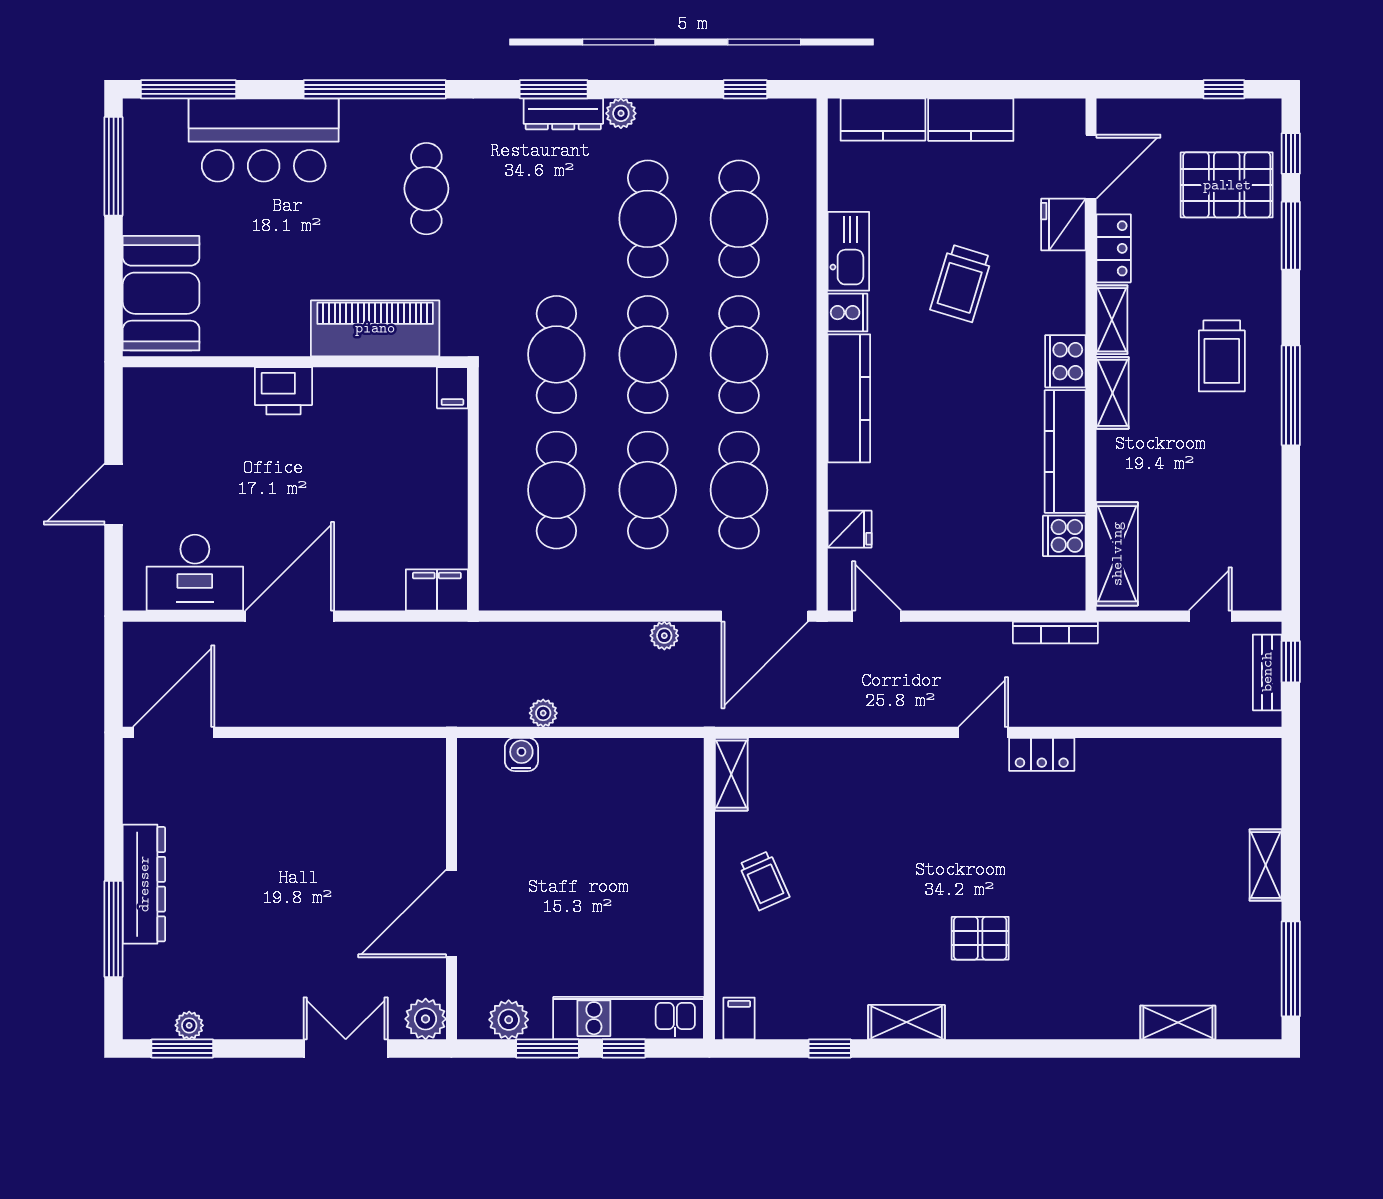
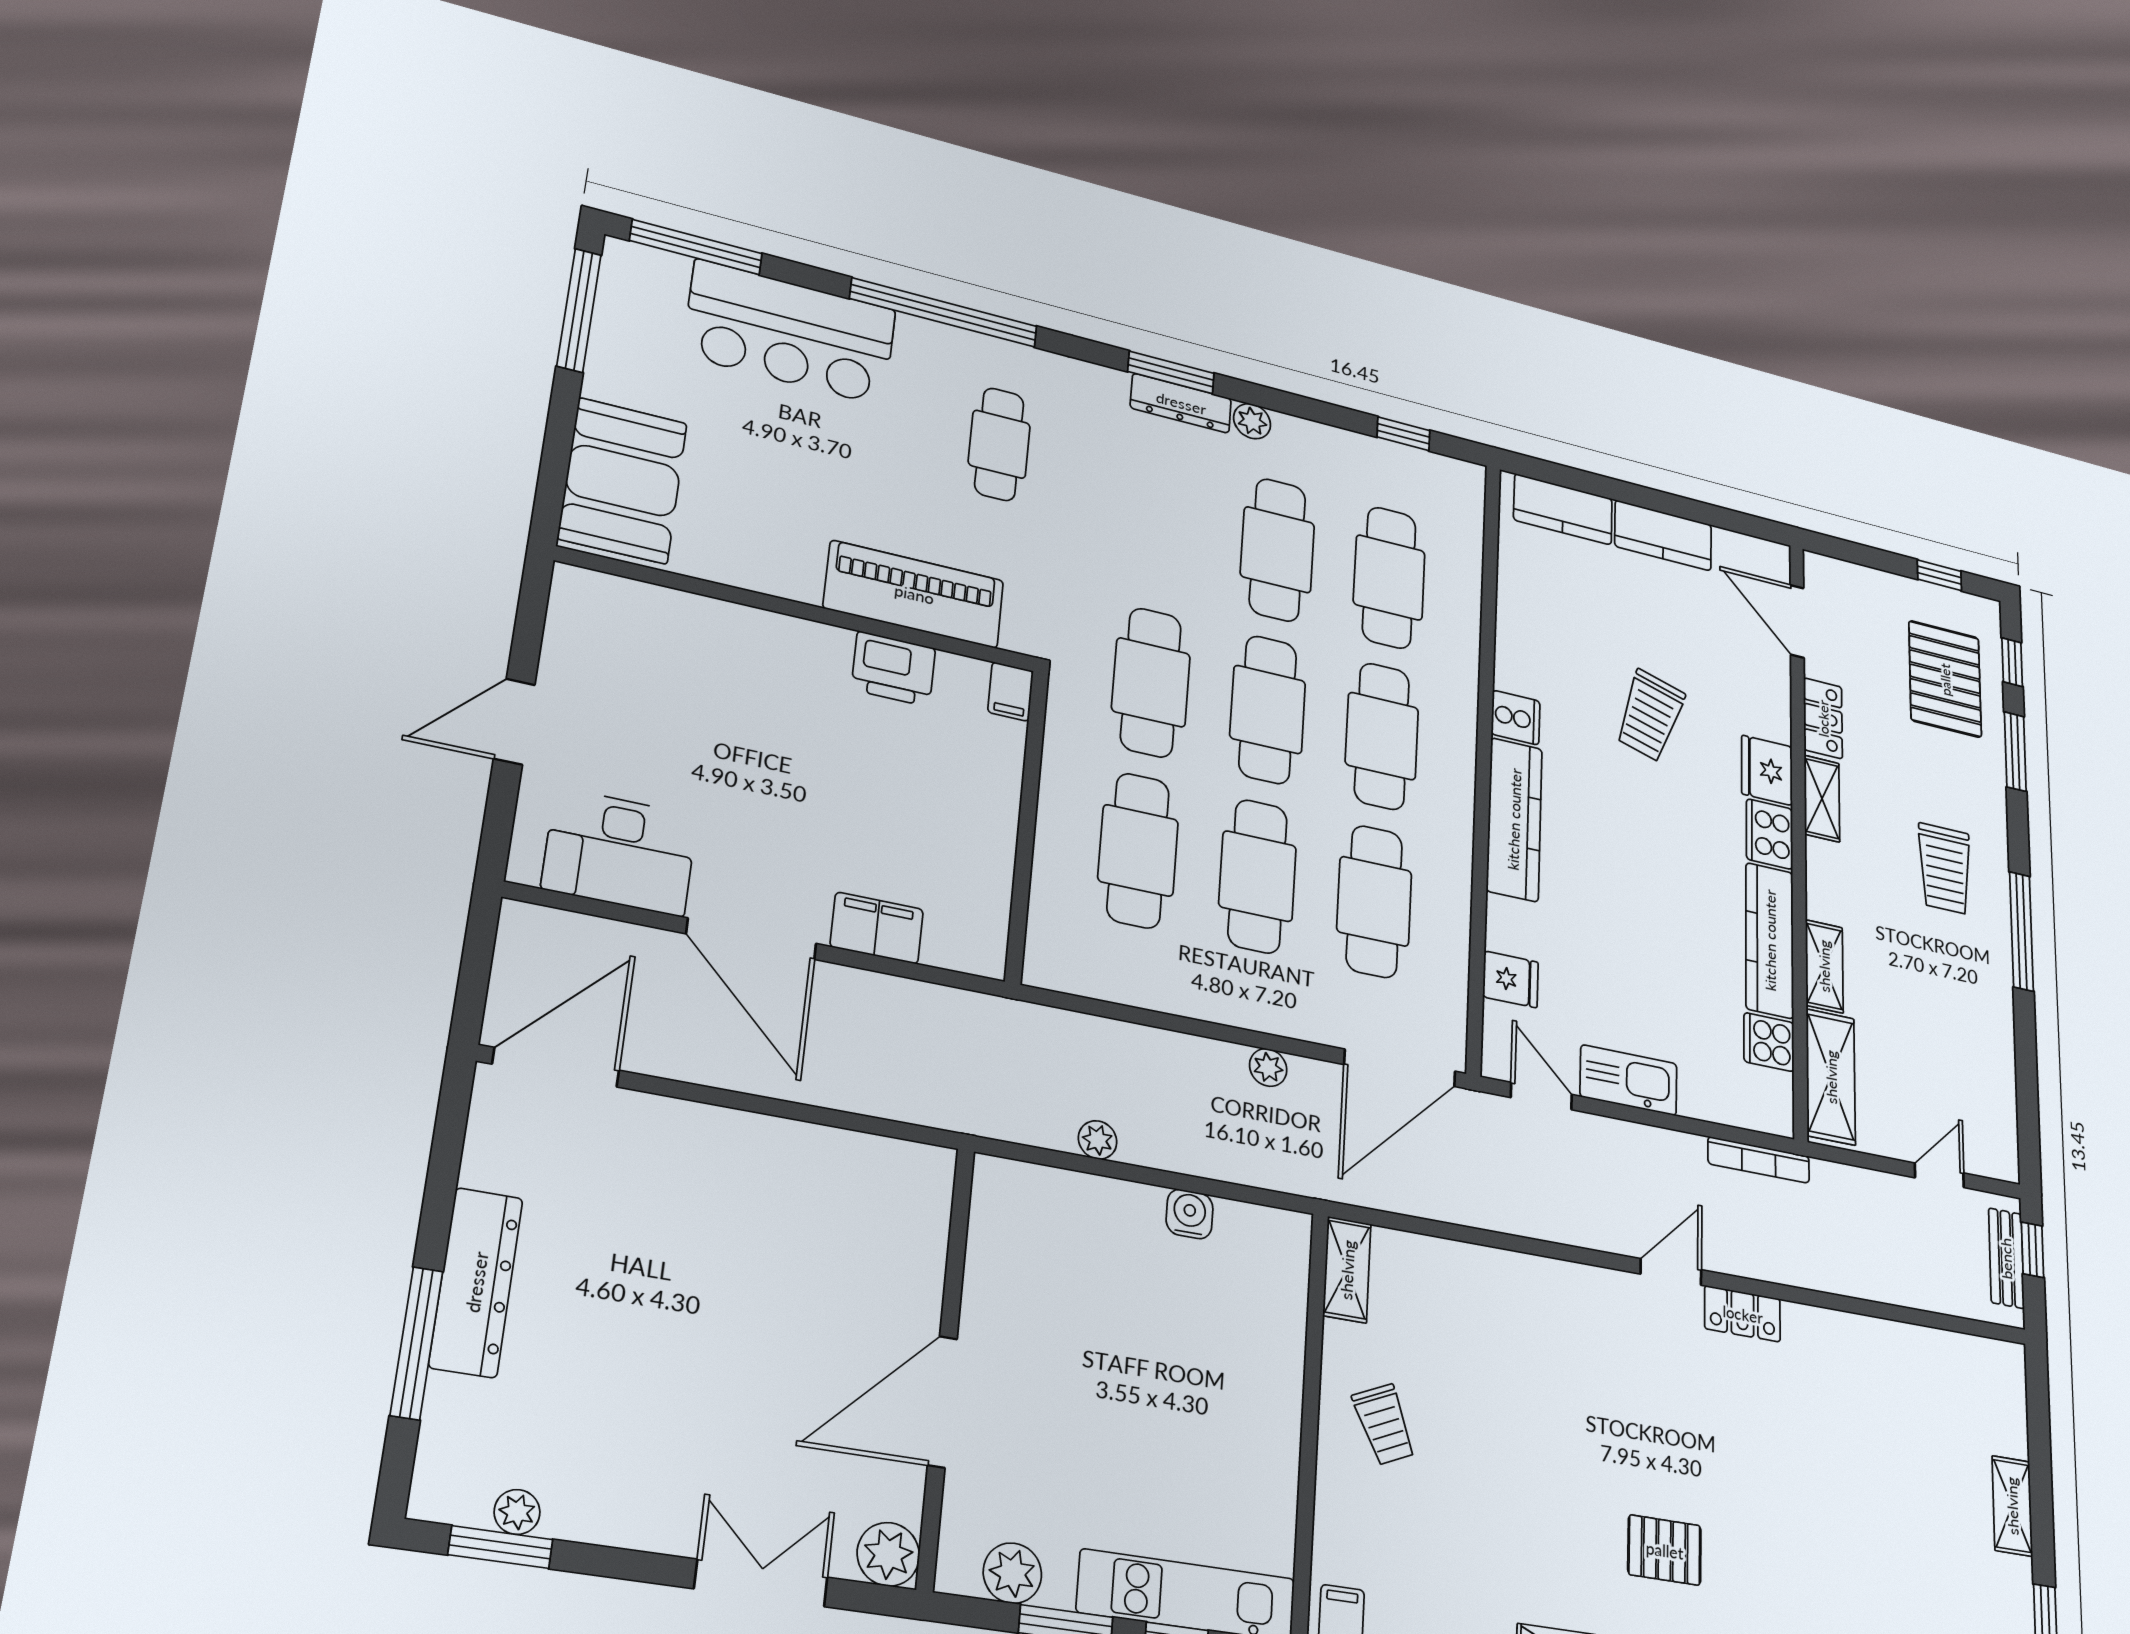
door: (1091, 167) -> (1797, 621), swing flipped
pallet: (1227, 185) -> (1945, 679), turned 90
fridge: (1063, 224) -> (1767, 770), moved
kitchen sink: (848, 251) -> (1629, 1080), moved, turned -90
printer: (283, 391) -> (893, 669), moved
shelving: (1113, 393) -> (1824, 966), moved
filing cabinet: (437, 590) -> (877, 928), moved
door: (290, 616) -> (751, 939), swing flipped
water cooler: (521, 754) -> (1190, 1214), moved

